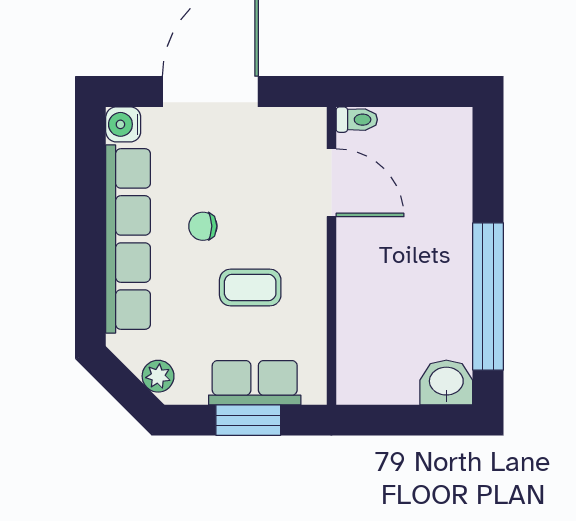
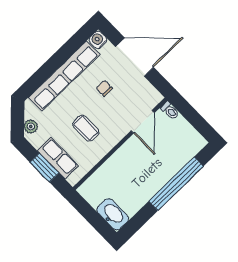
chair: (203, 226) -> (104, 88), moved
window: (488, 296) -> (176, 184), moved
washbasin: (446, 382) -> (113, 214), width x1.38

